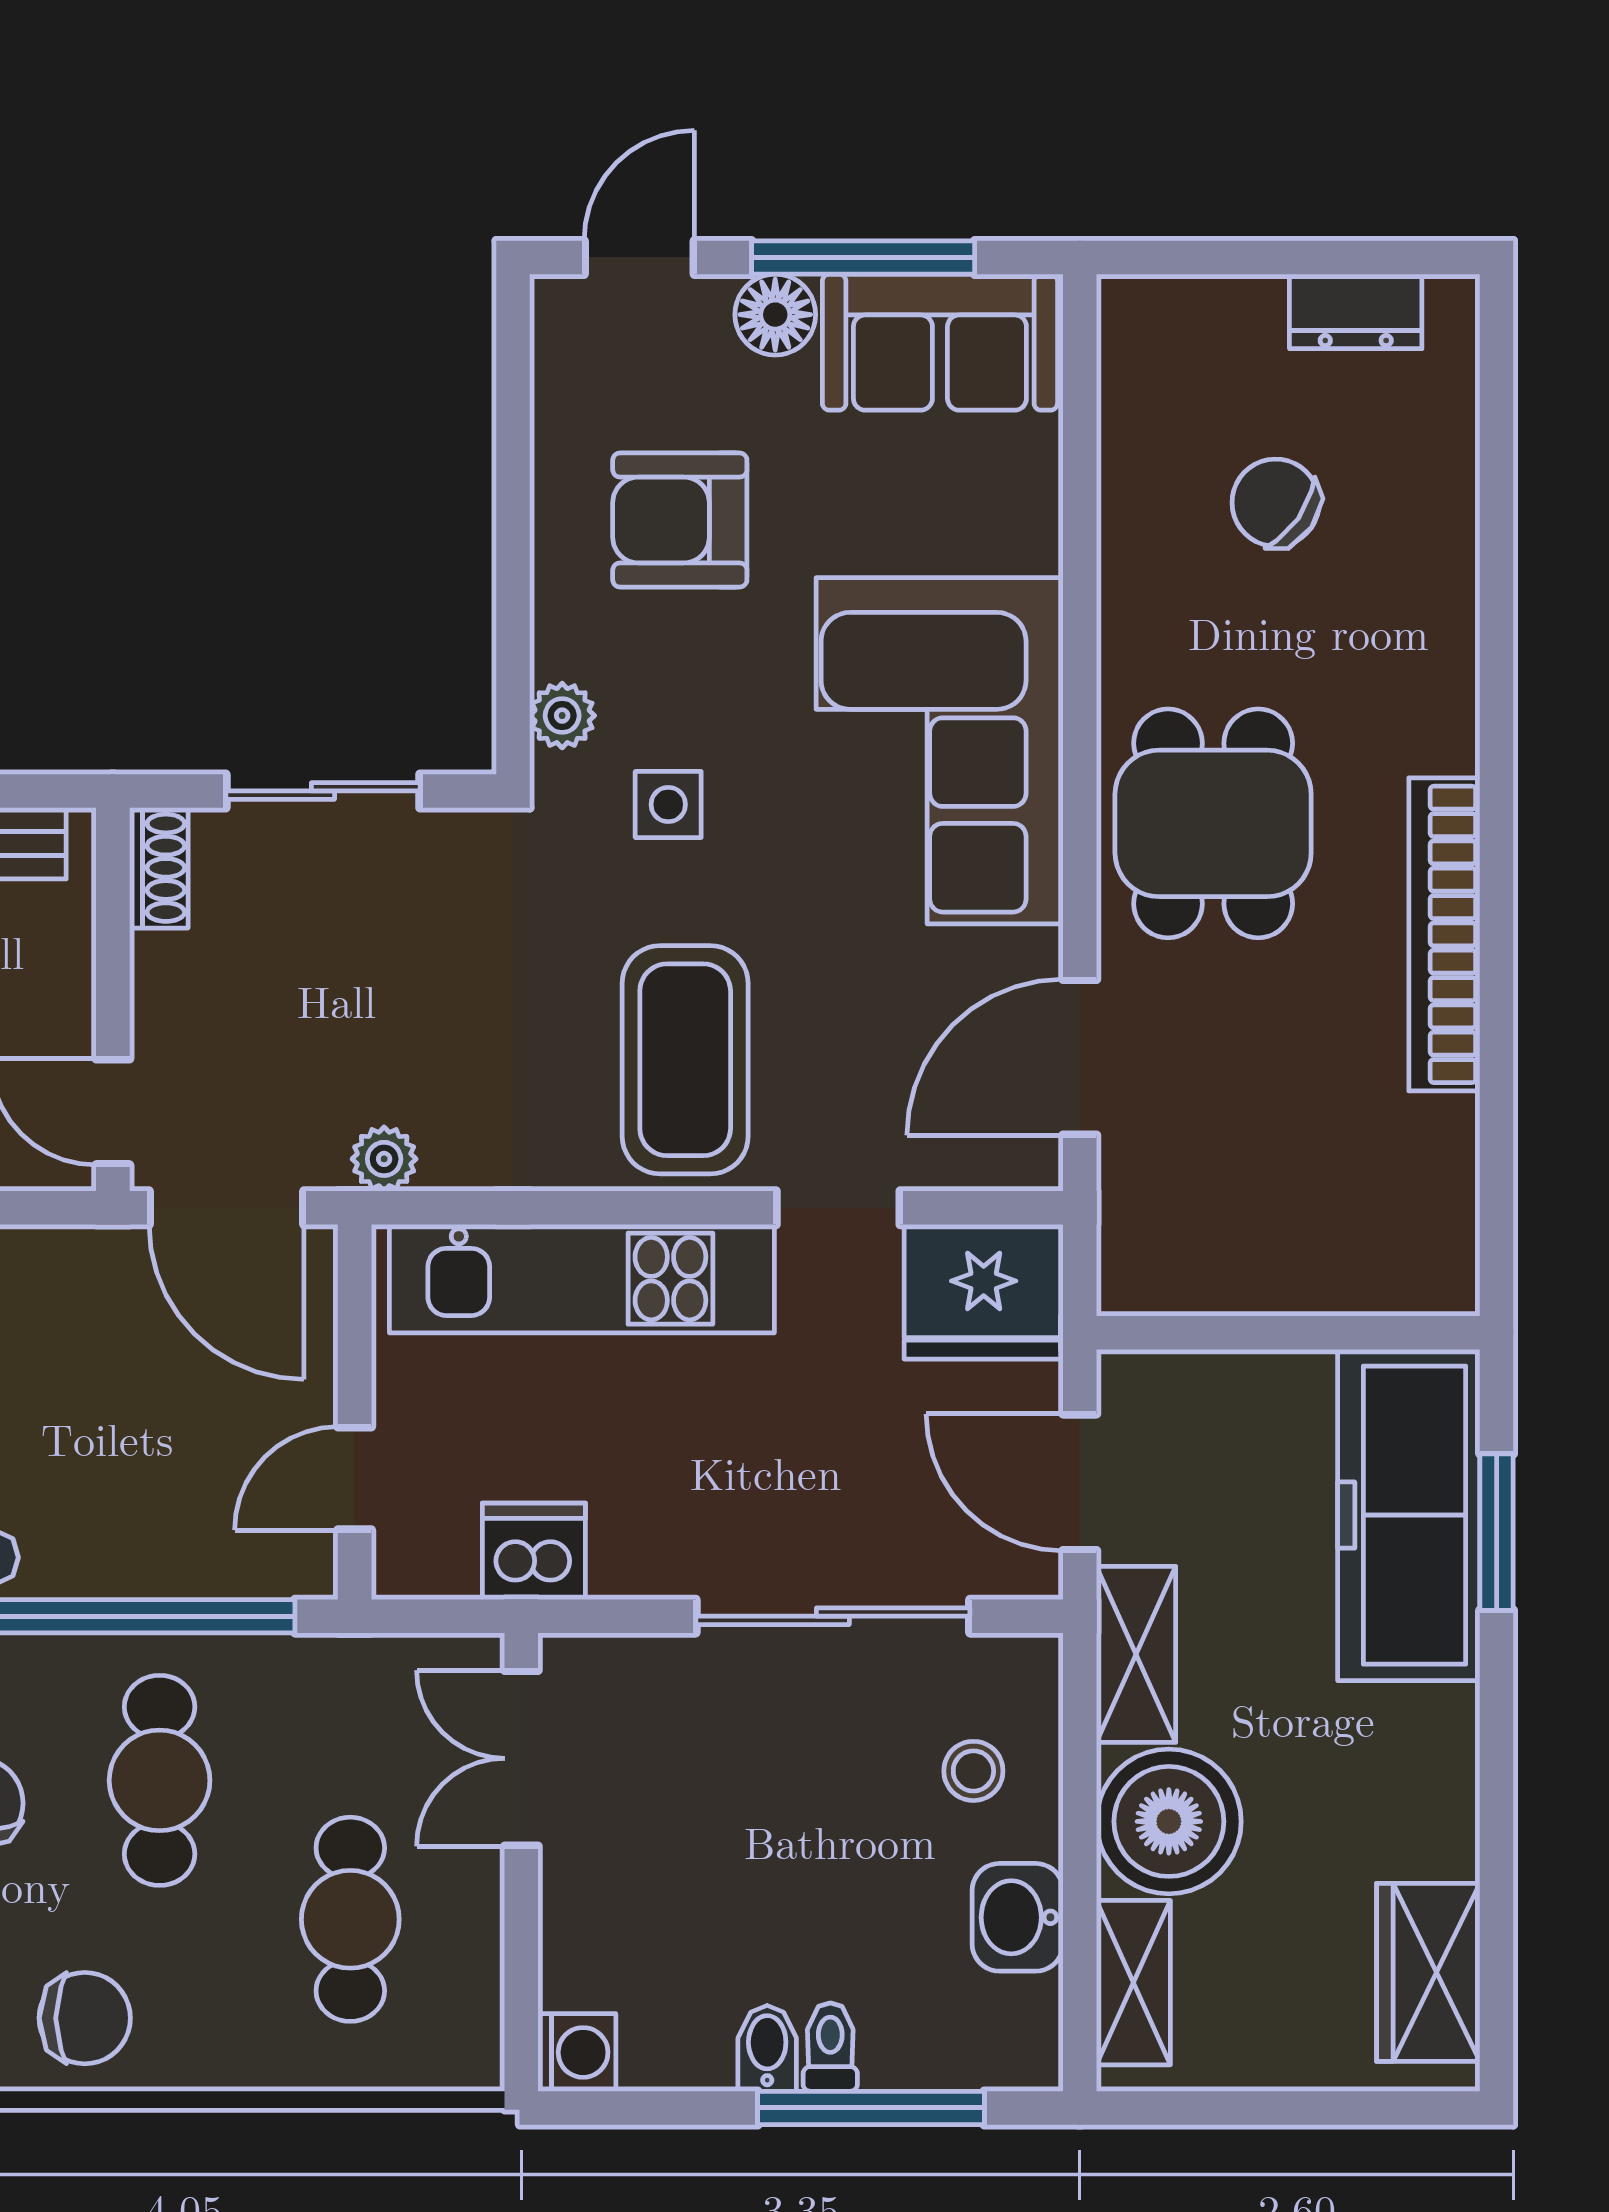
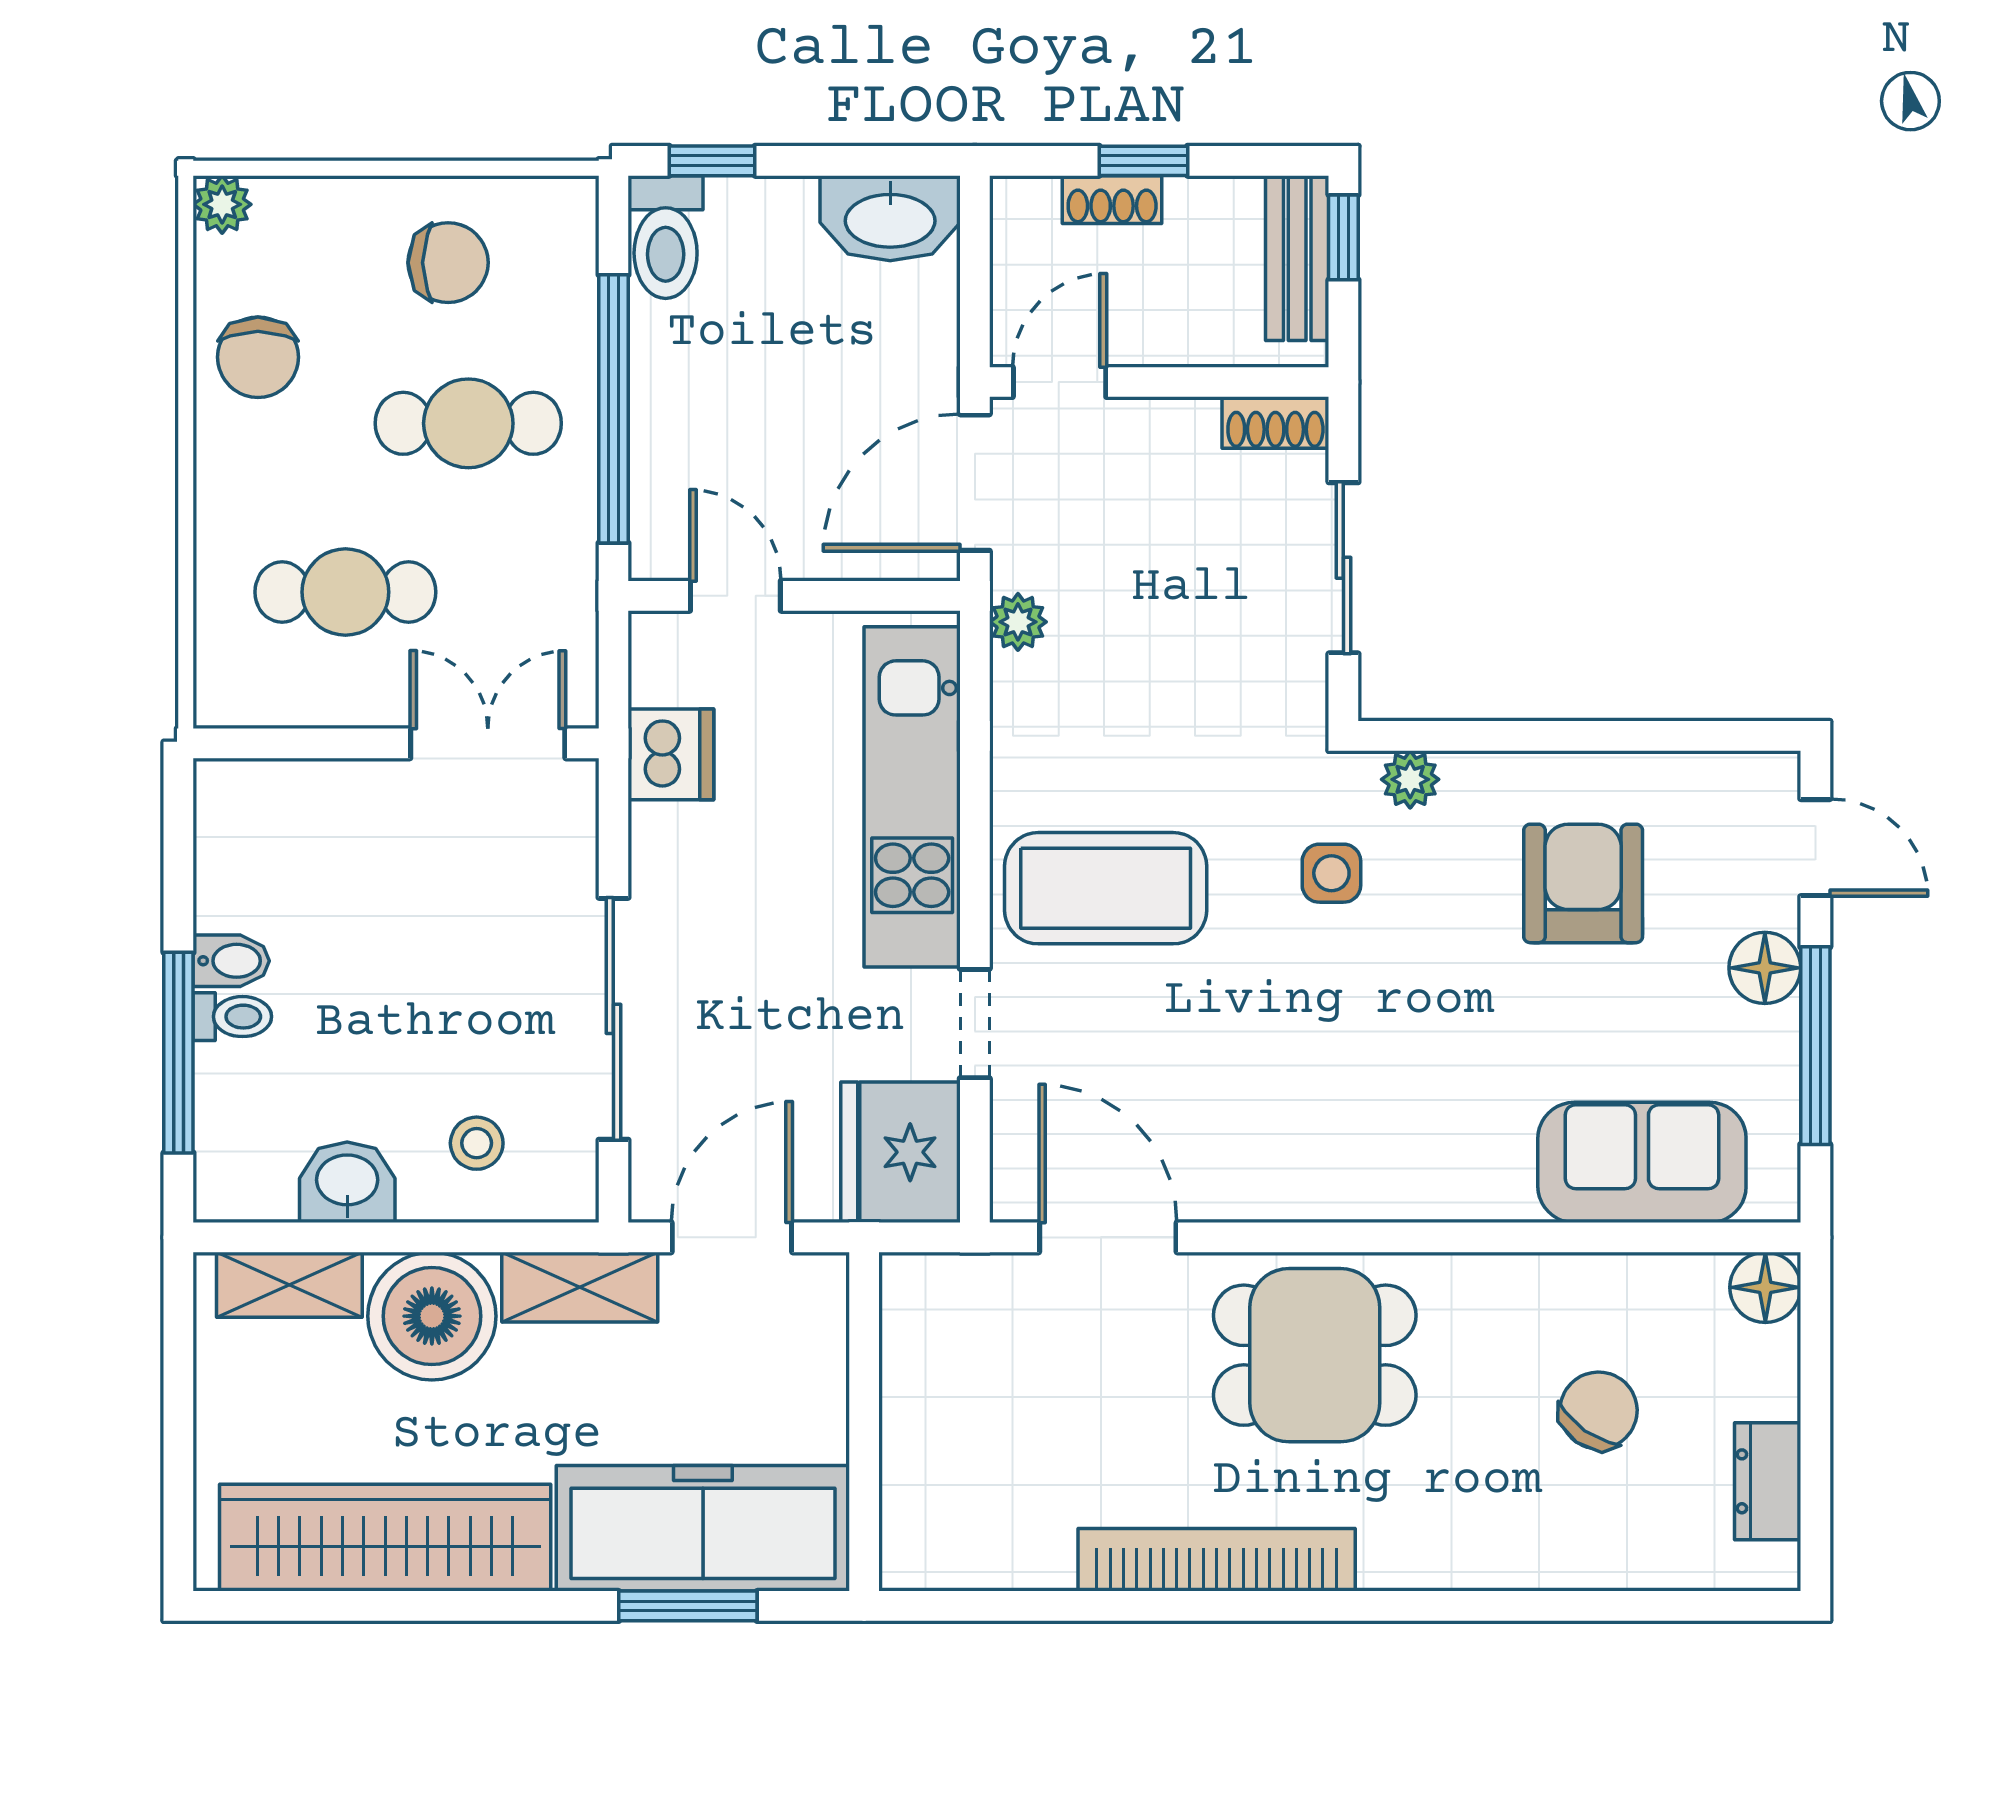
floor lamp: (1136, 314) -> (1765, 1287), added
sofa: (940, 342) -> (1642, 1162), moved, turned 90
corner sofa: (940, 751) -> (1379, 1113), removed
wardrobe: (1428, 1972) -> (385, 1538), width x2.10, depth x1.17
washing machine: (577, 2052) -> (228, 792), removed

